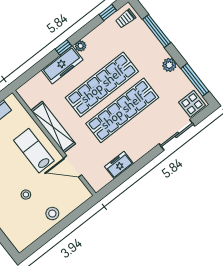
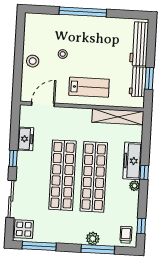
plant: (169, 65) -> (93, 239), moved
shelving: (53, 127) -> (118, 117), moved
window: (143, 161) -> (13, 158), added
door: (73, 167) -> (43, 104), moved

